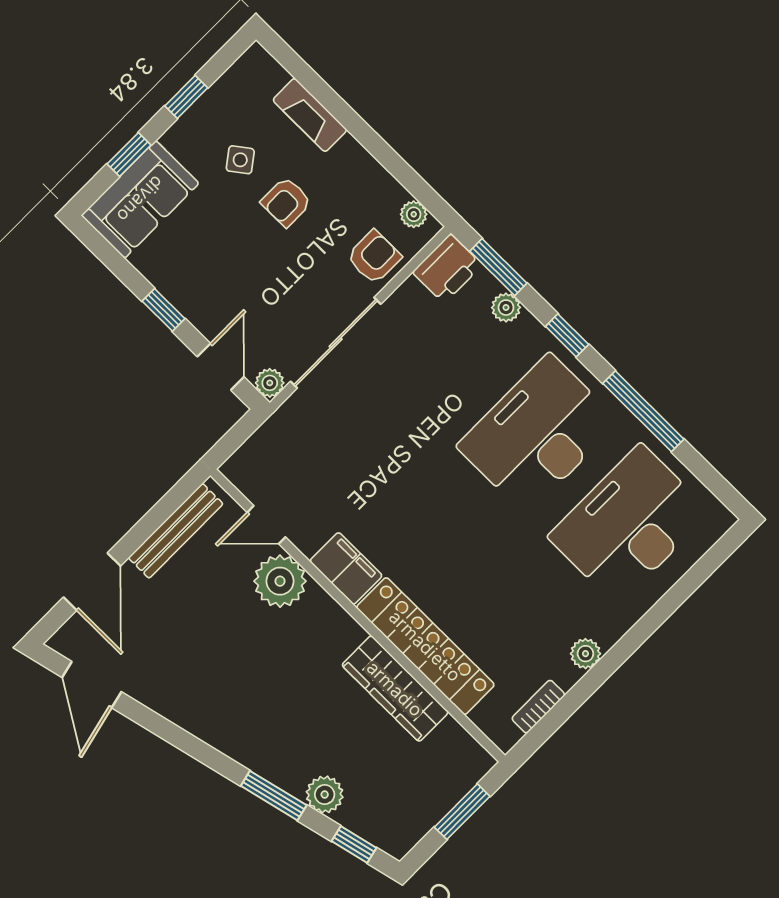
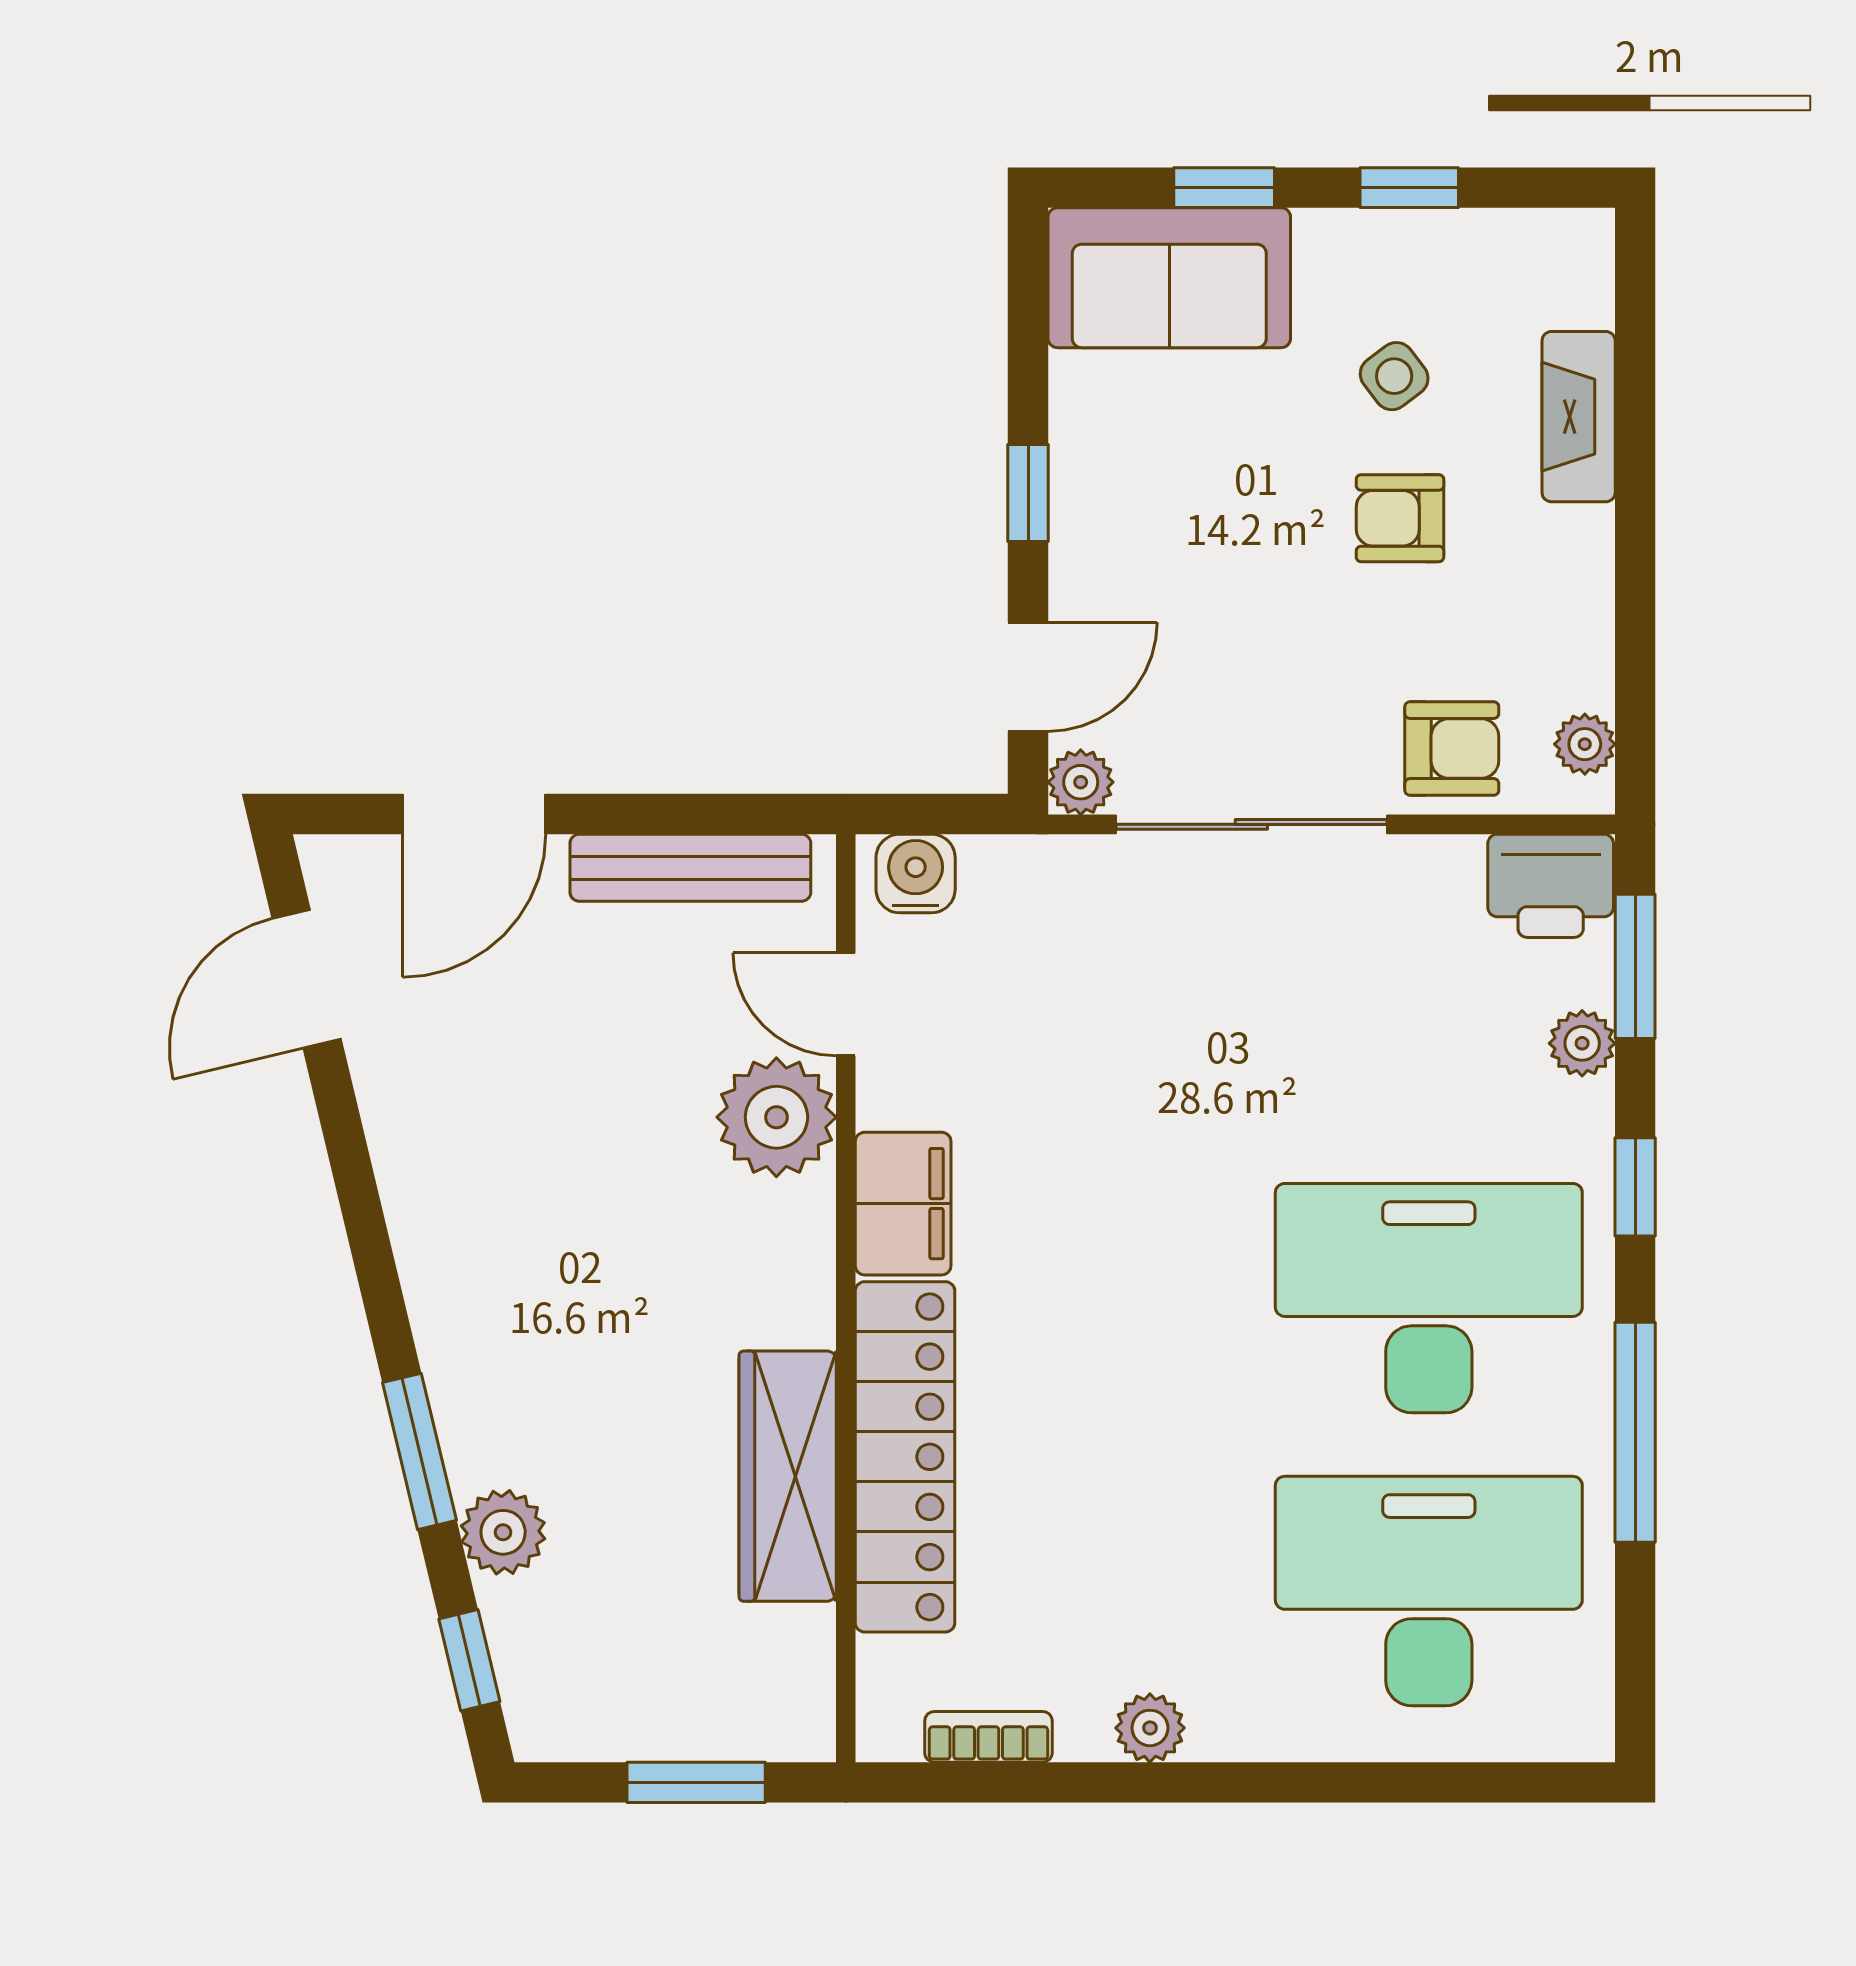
water cooler: (247, 462) -> (916, 873), added

